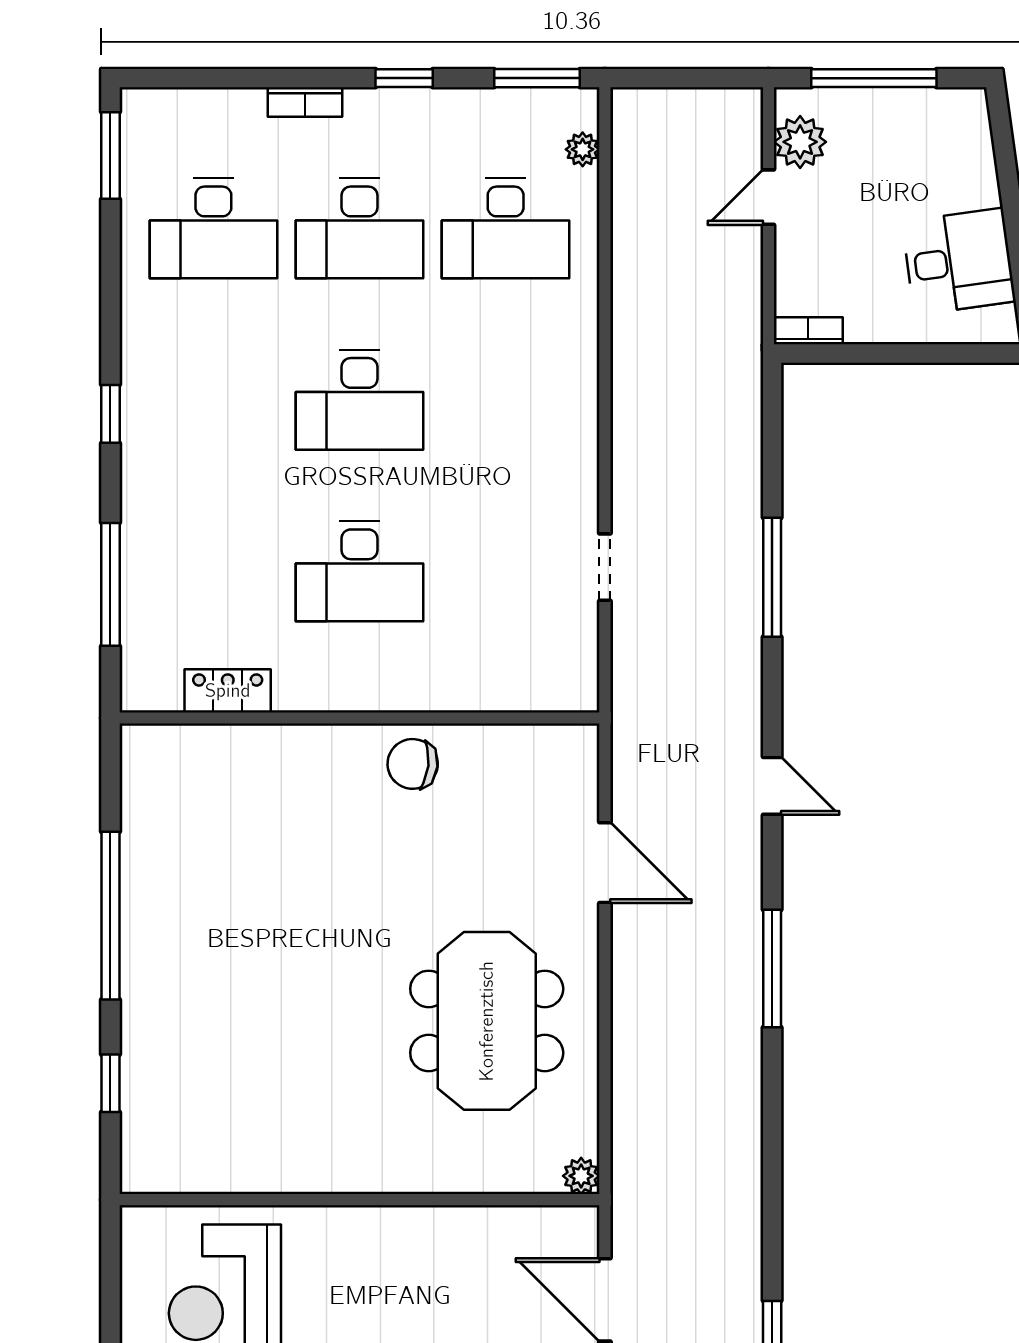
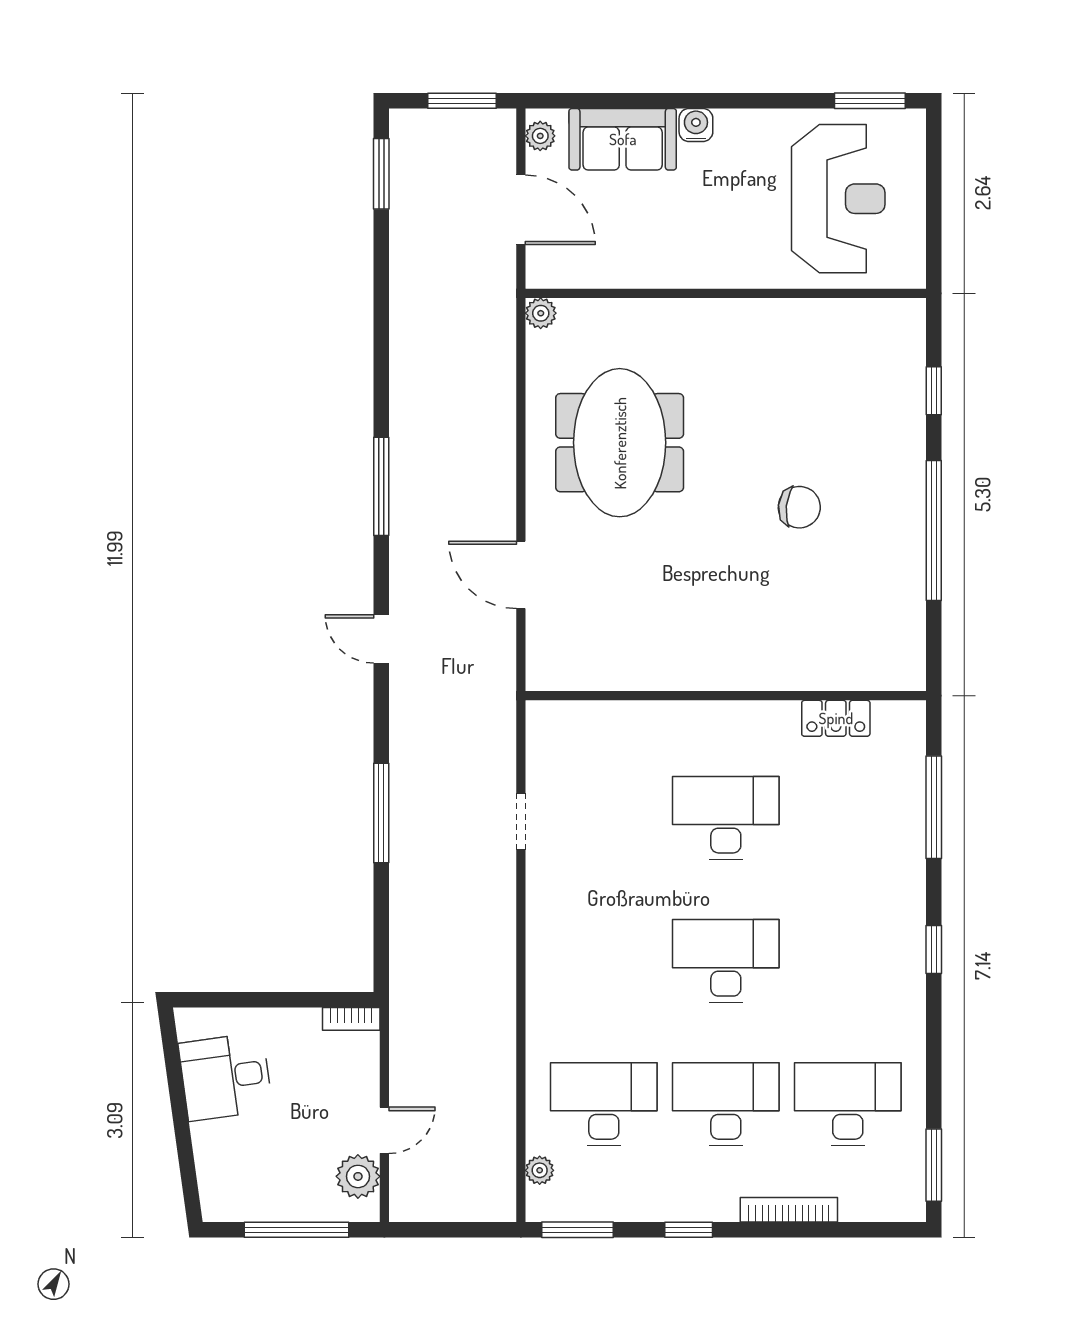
bookcase: (305, 102) -> (789, 1210), width x1.56
chair: (413, 764) -> (799, 507), moved

